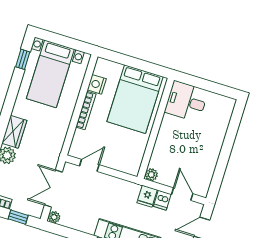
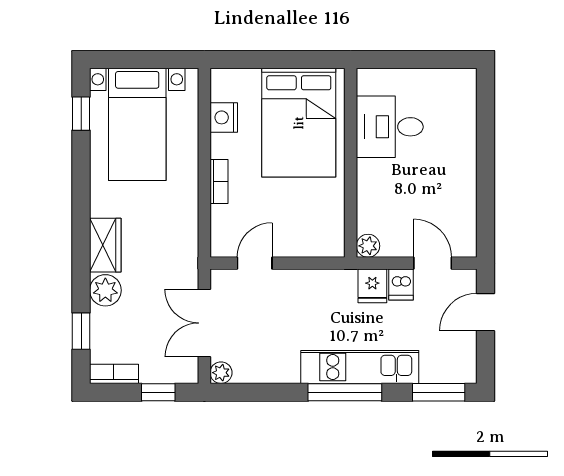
desk: (186, 101) -> (390, 127), moved
bookcase: (86, 110) -> (219, 182), width x0.64

